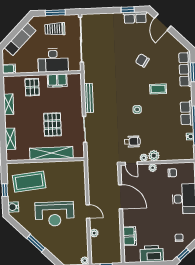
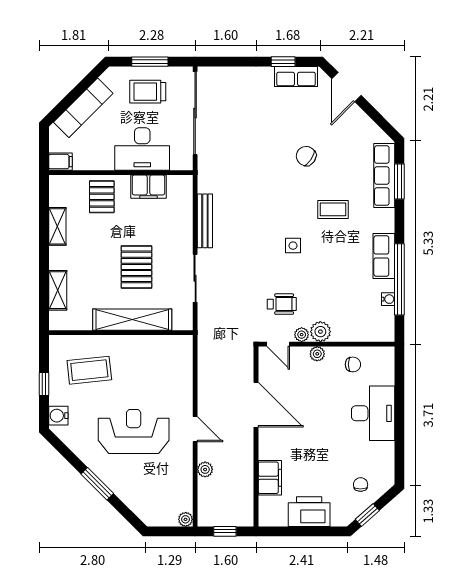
coffee table: (29, 182) -> (89, 370), width x0.73, depth x0.76
reception desk: (55, 214) -> (134, 431), turned 180

